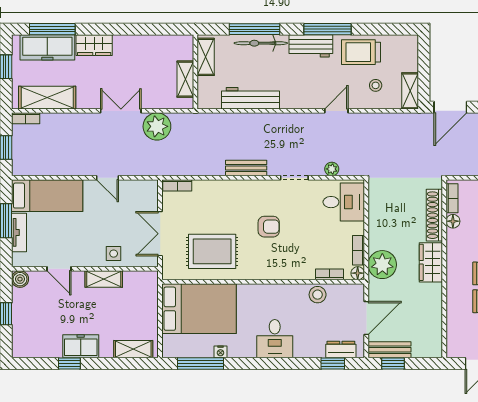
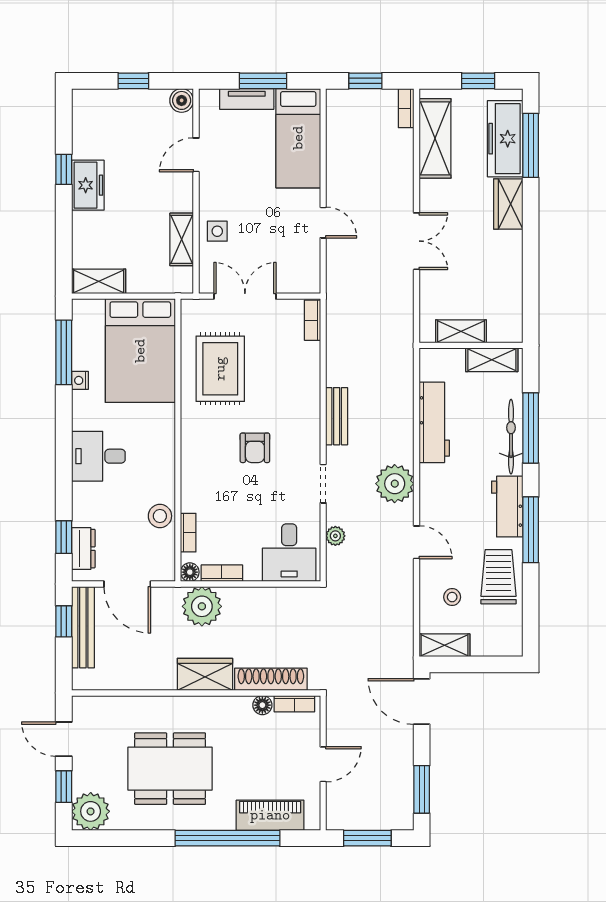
plant: (157, 126) -> (395, 484), moved
door: (107, 178) -> (323, 223), swing flipped
shelving: (104, 279) -> (182, 239), moved
shelving: (133, 349) -> (99, 281), moved, turned 90
bench: (389, 350) -> (83, 627), width x1.36

